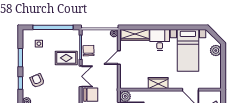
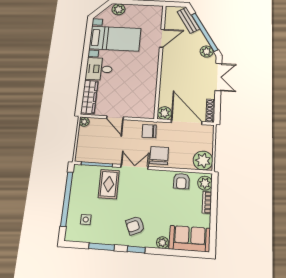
chair: (88, 51) -> (149, 131), moved
wardrobe: (158, 83) -> (151, 74), removed

